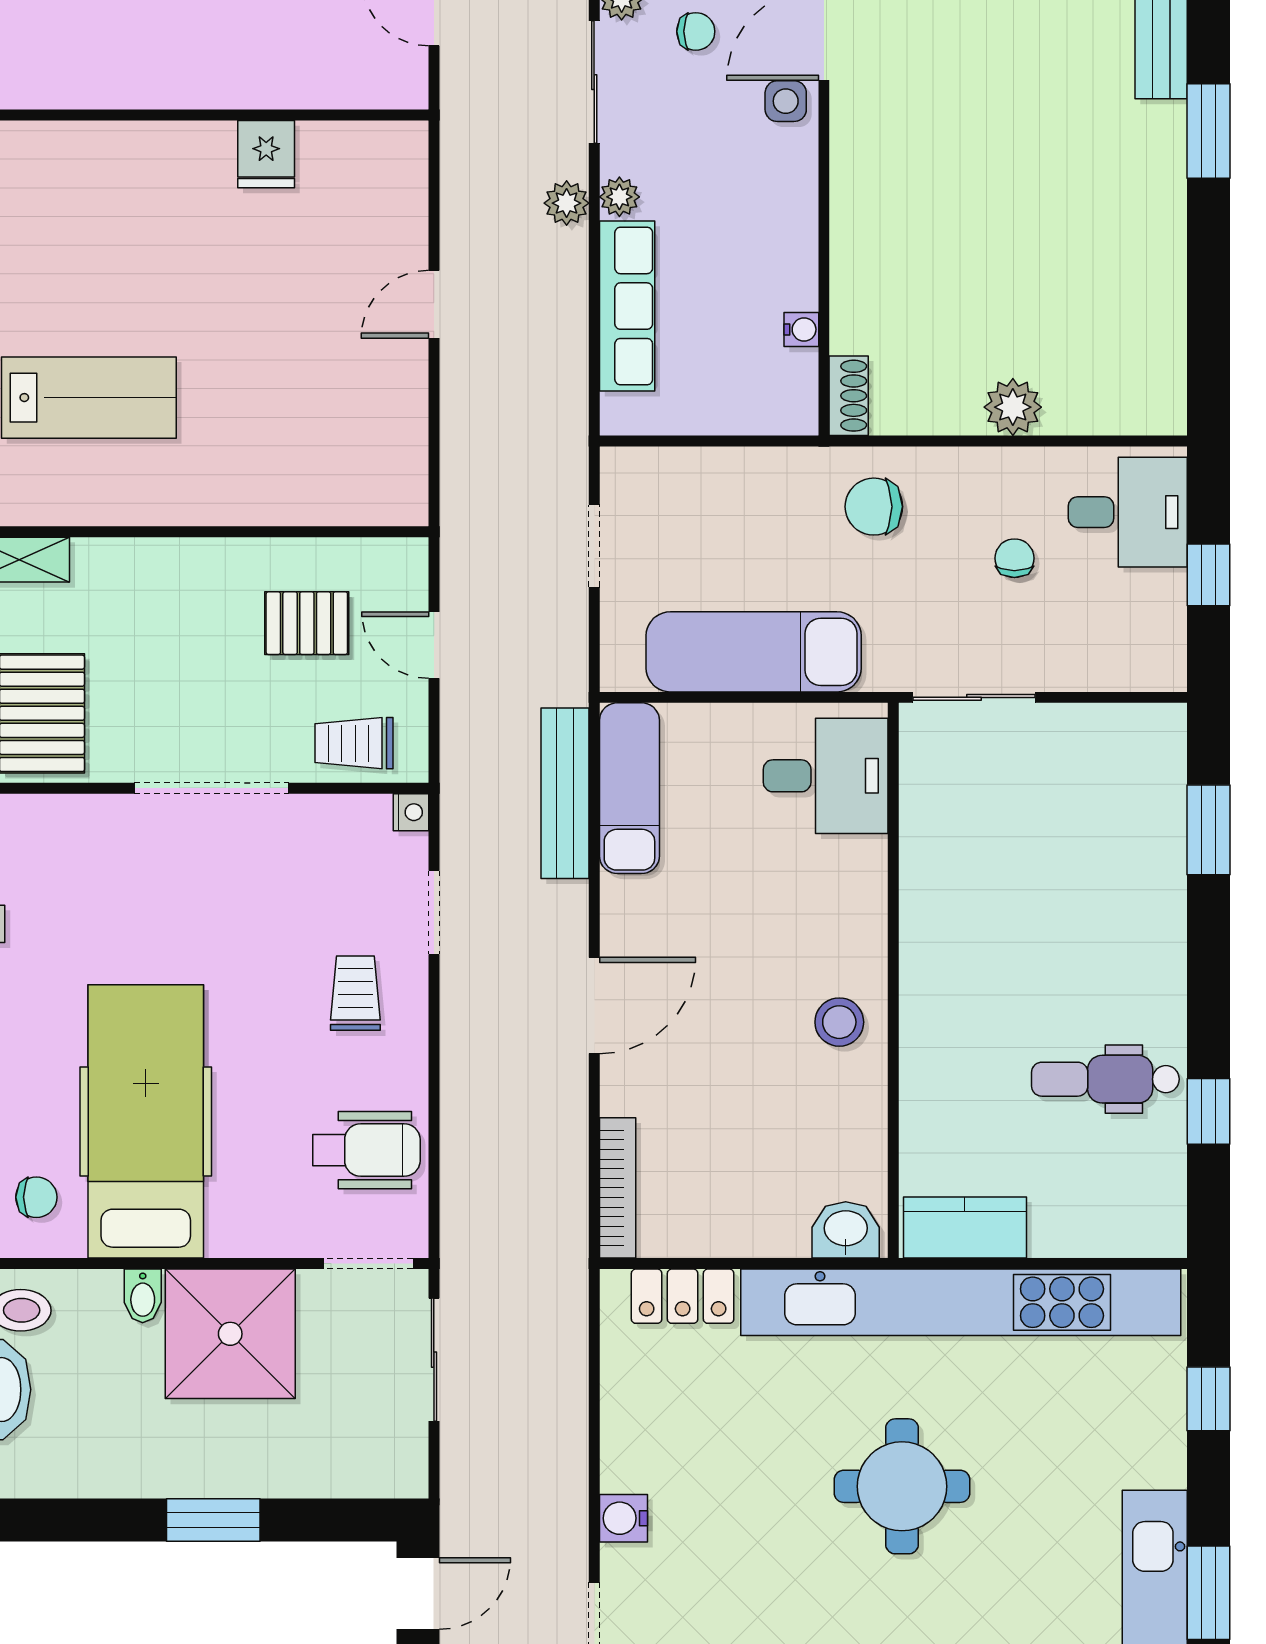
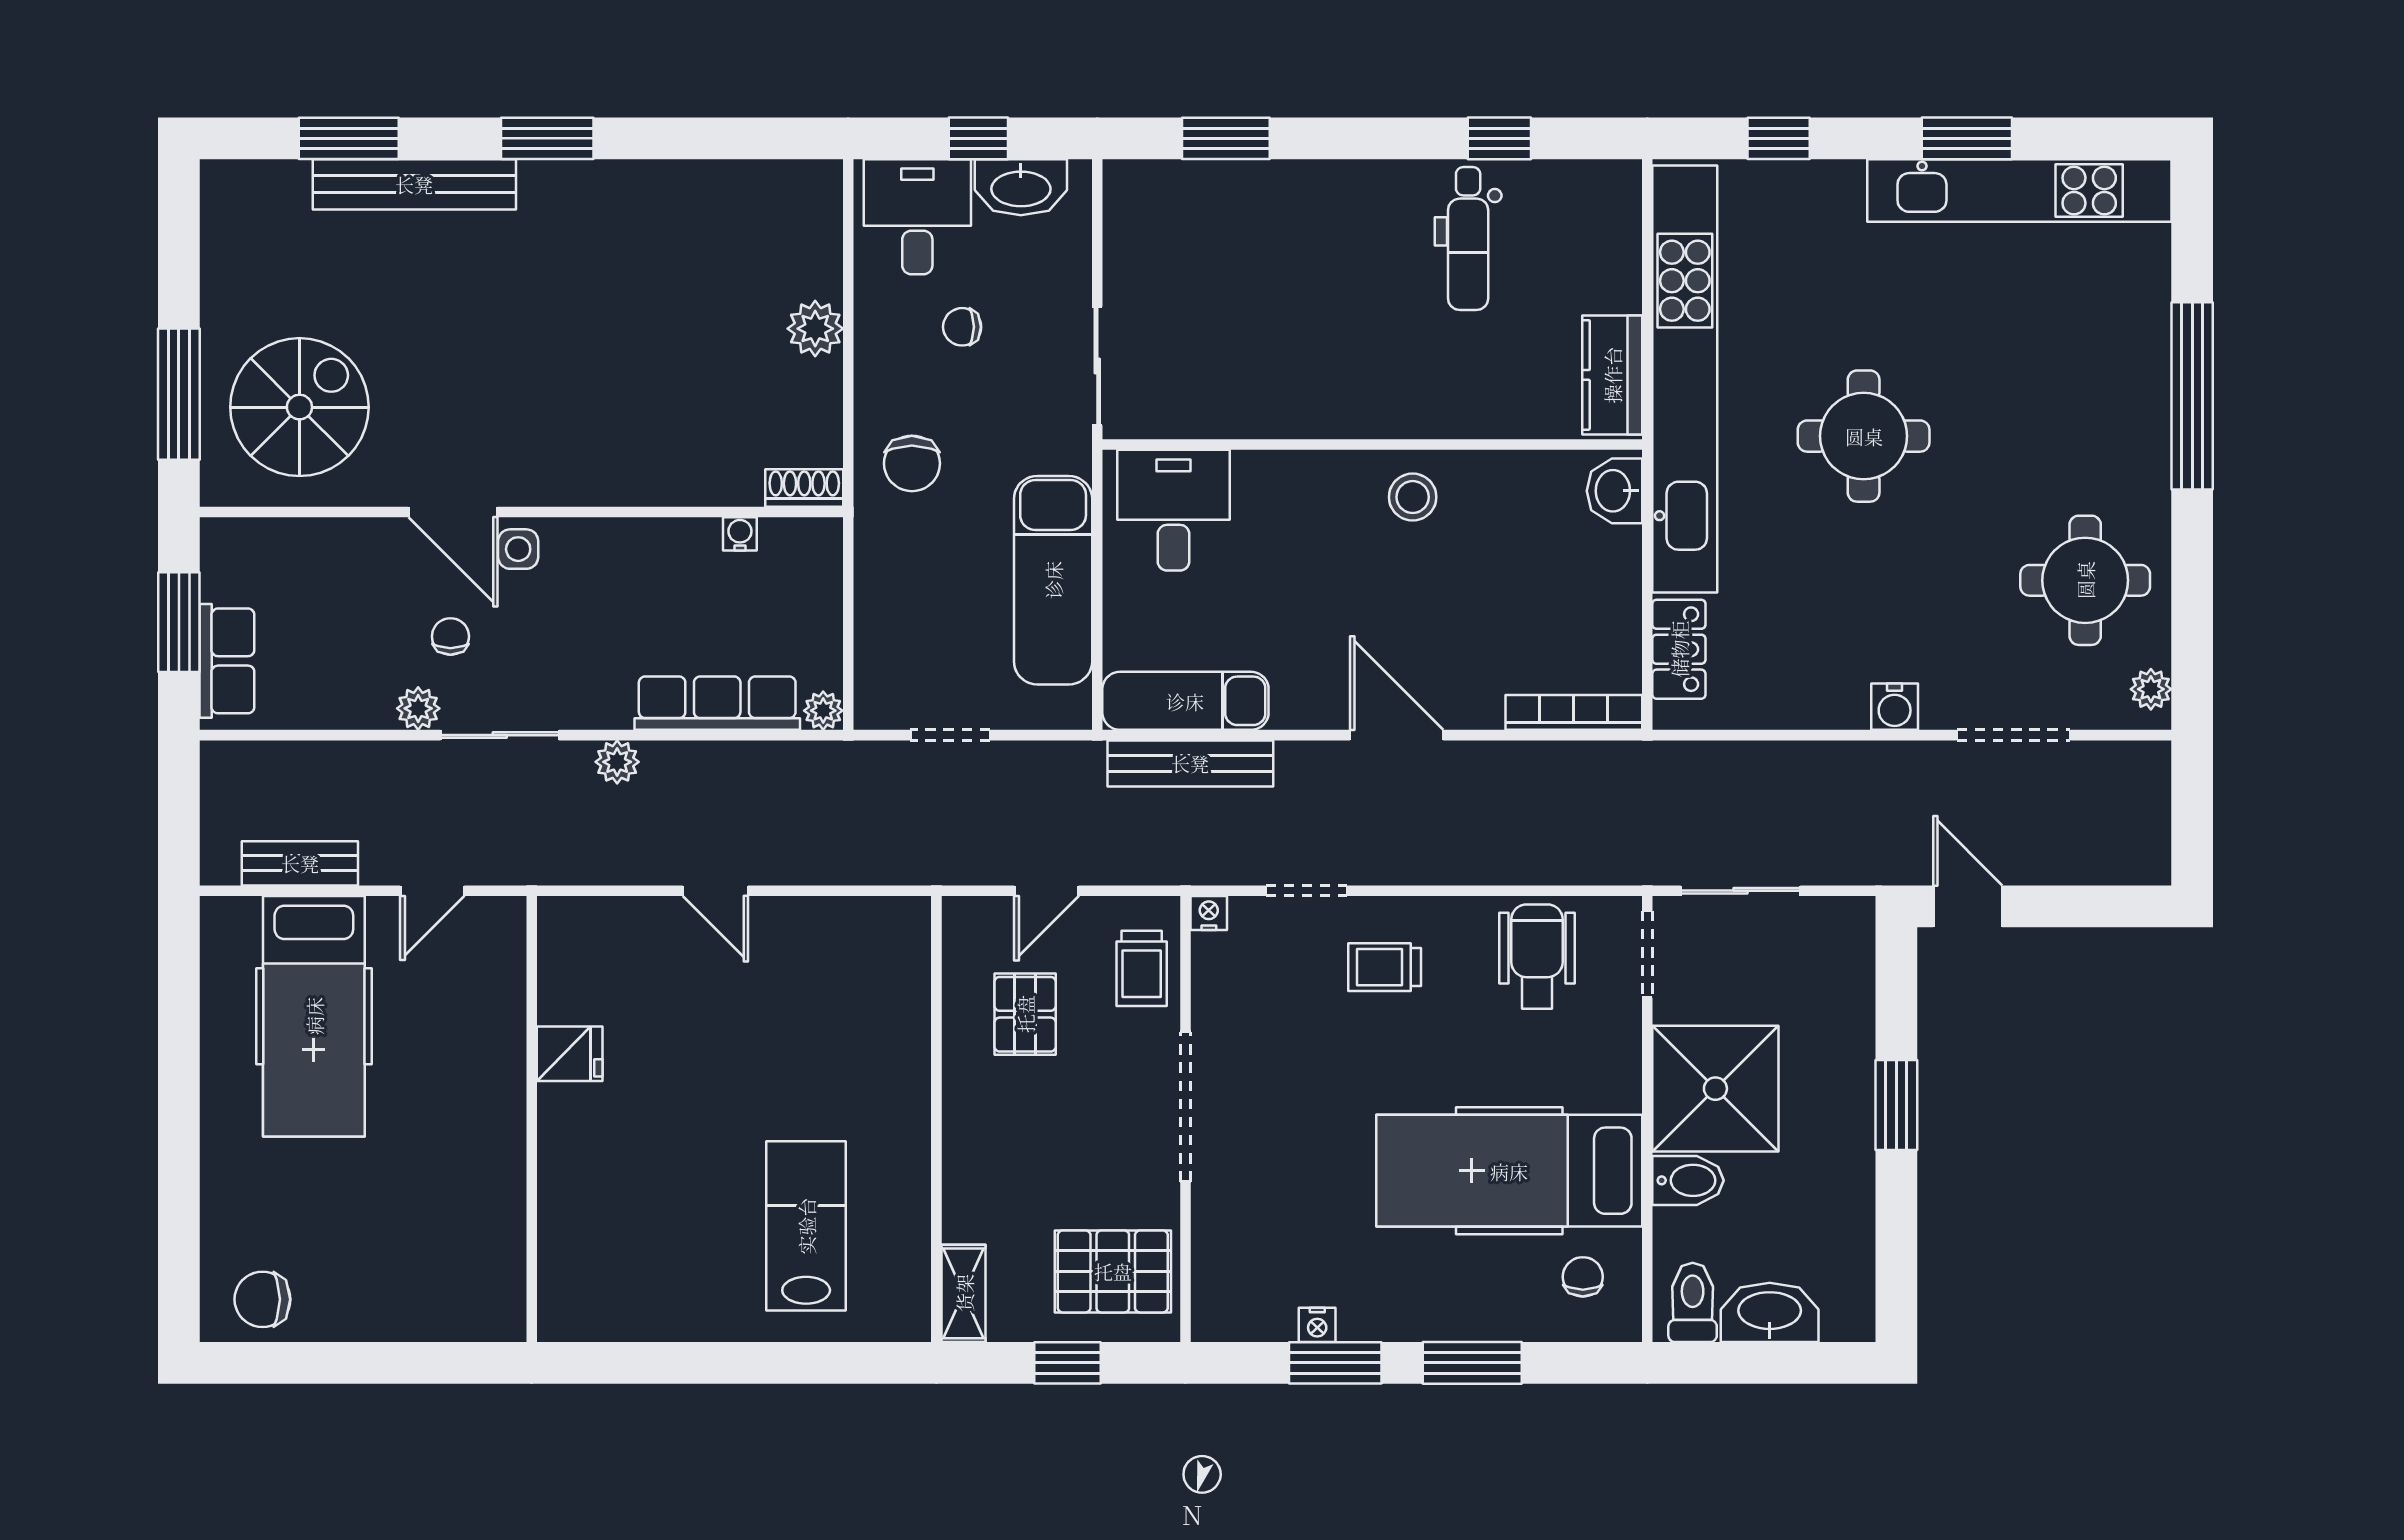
plant: (619, 197) -> (823, 711), moved
washbasin: (1158, 619) -> (1021, 187), added
bidet: (143, 1296) -> (1688, 1180), width x1.38, depth x1.36

